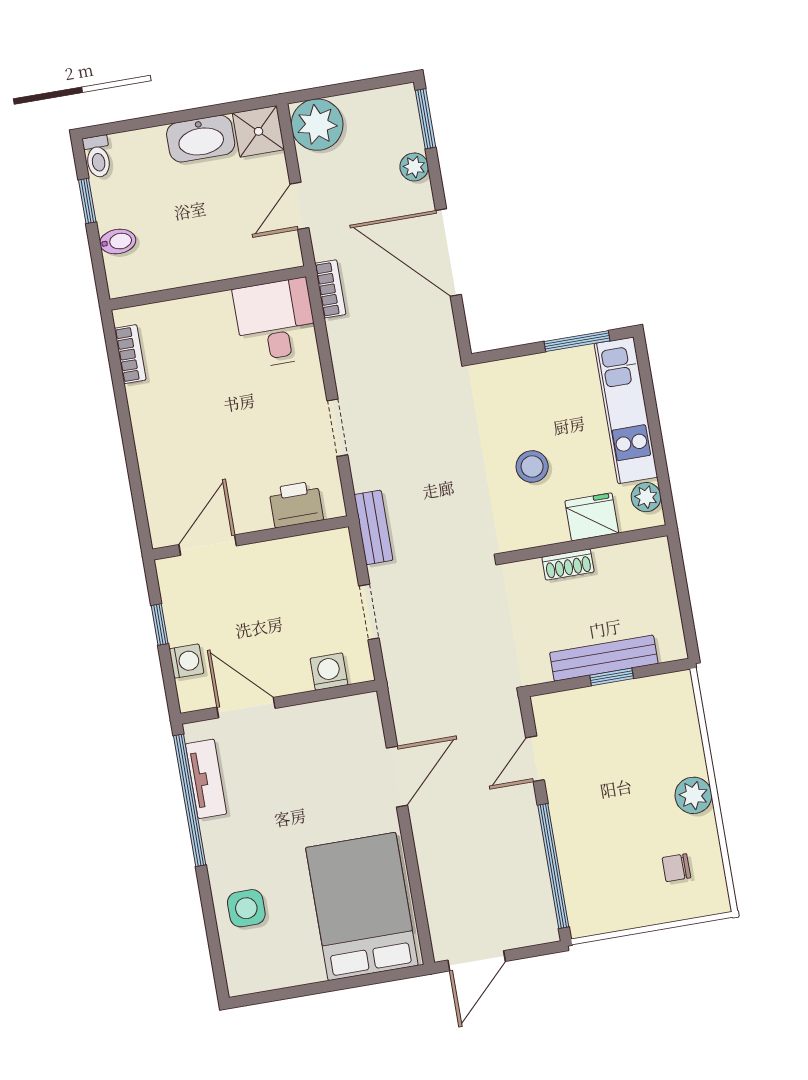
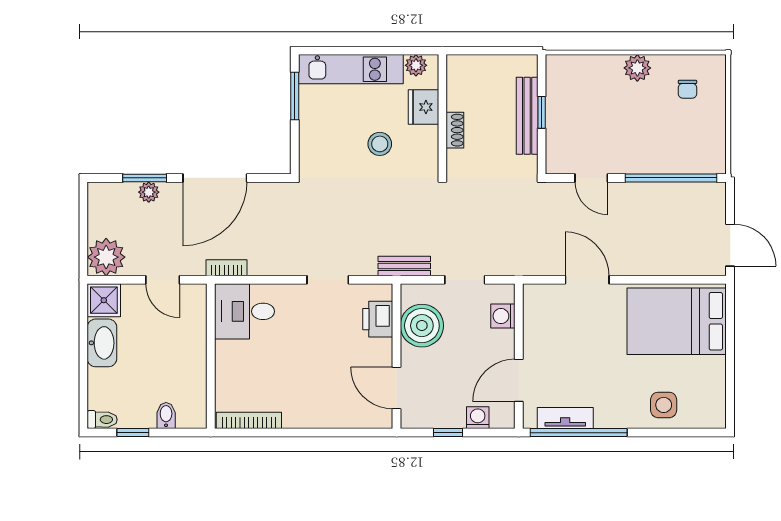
window: (425, 119) -> (145, 178), moved
bookcase: (130, 354) -> (249, 420), width x1.56
boiler: (297, 565) -> (422, 326), added

